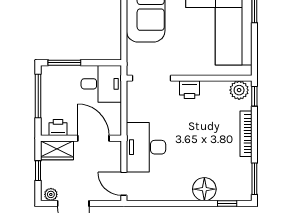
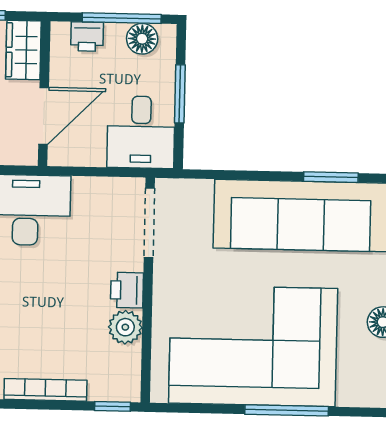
window: (64, 63) -> (180, 94), moved
floor lamp: (49, 84) -> (142, 39), added
plant: (239, 90) -> (125, 327), moved
printer: (58, 128) -> (87, 37), moved, turned 90

